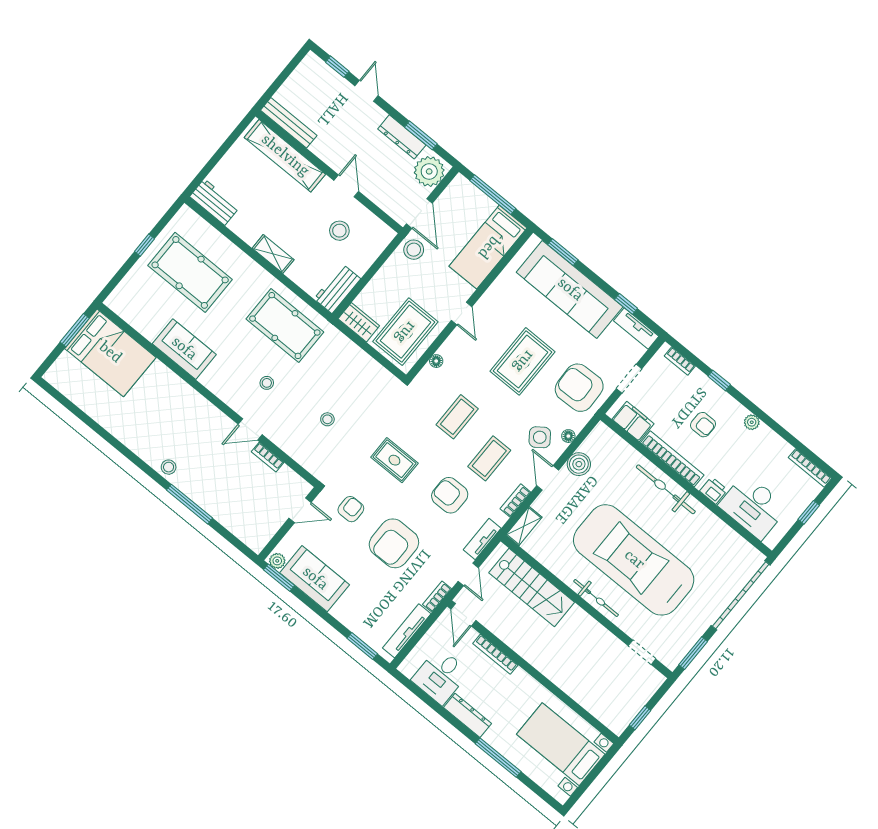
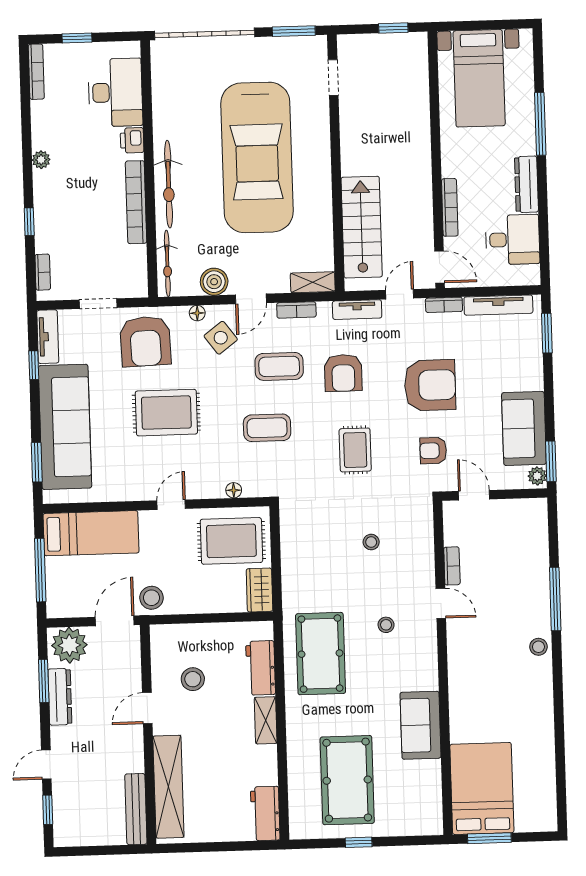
workbench: (337, 289) -> (261, 668), moved, turned 90
filing cabinet: (633, 421) -> (133, 267), removed
armchair: (703, 425) -> (81, 201), removed
bicycle: (596, 598) -> (167, 263), moved, turned 180
door: (463, 615) -> (440, 267), hinge flipped

